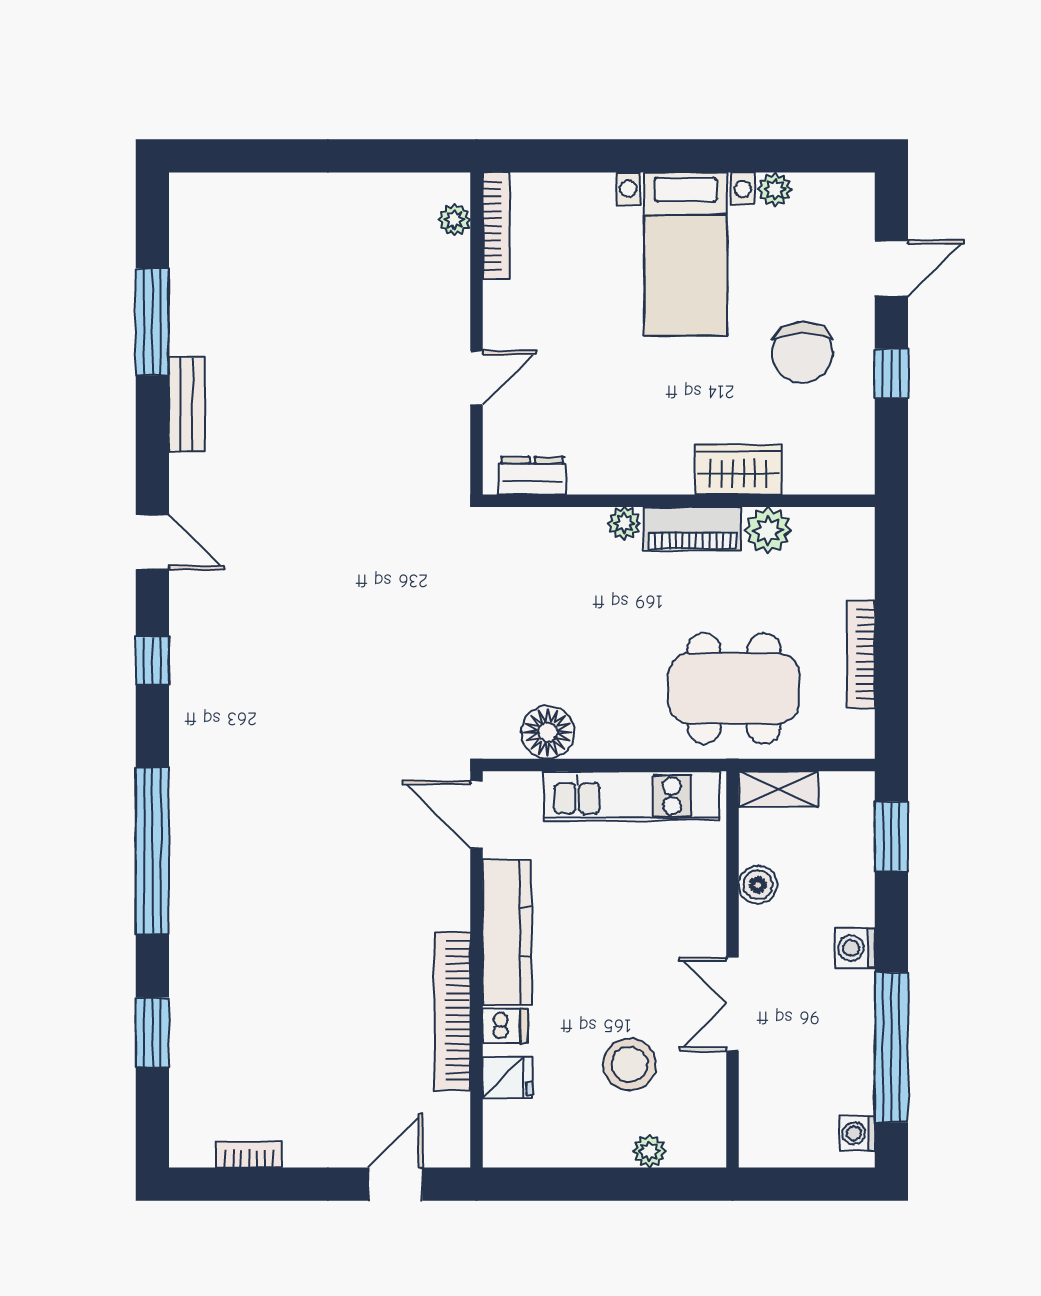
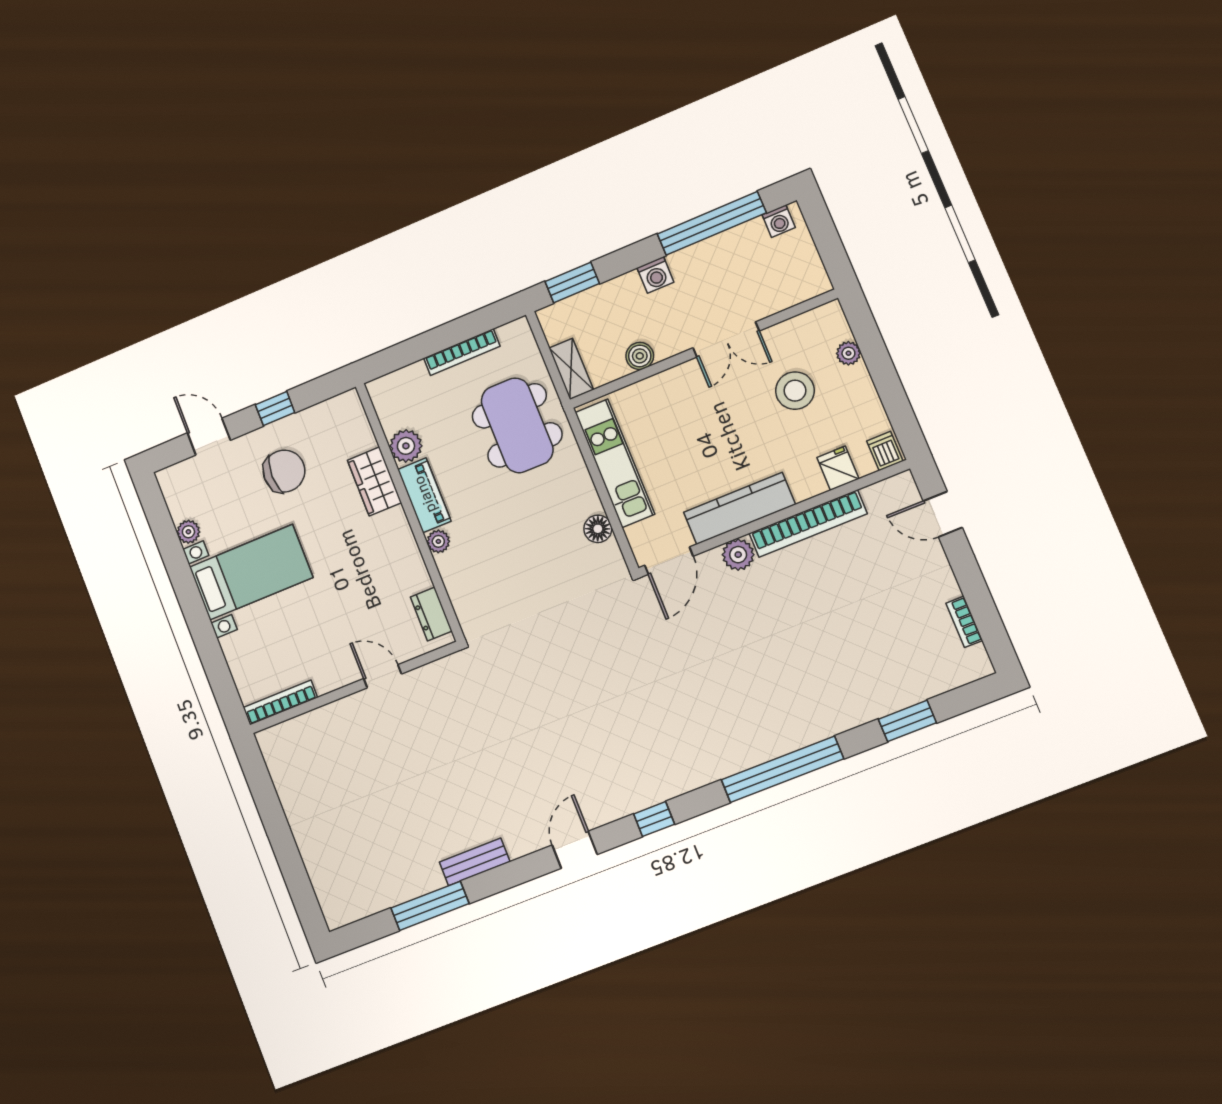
plant: (454, 220) -> (738, 555), moved, width x1.38, depth x1.38
floor lamp: (548, 732) -> (598, 529), width x0.73, depth x0.73
dishwasher: (505, 1026) -> (885, 451), moved

